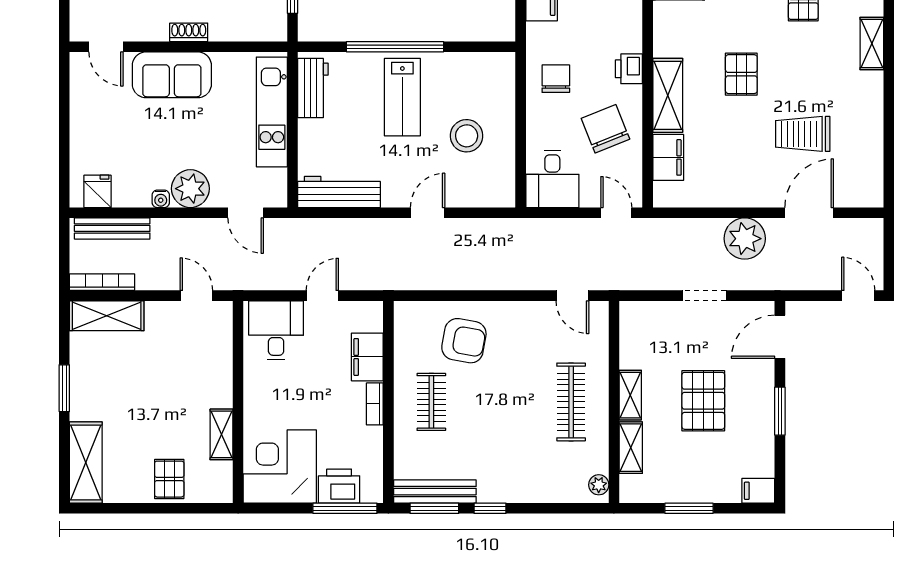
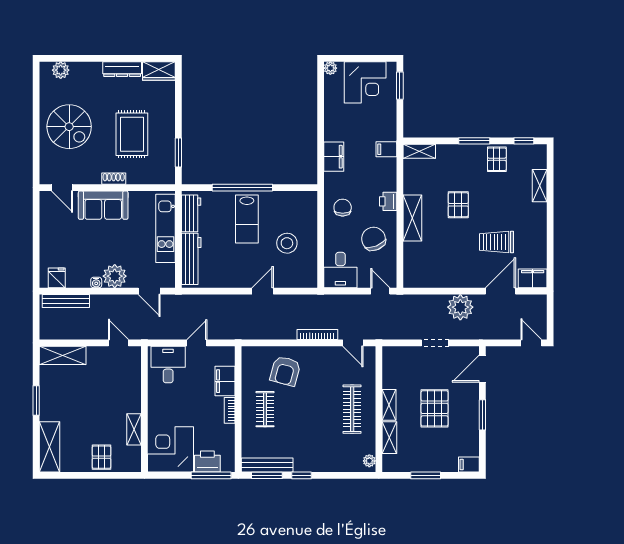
filing cabinet: (668, 157) -> (533, 278), moved, turned -90
workbench: (339, 192) -> (191, 259), moved, turned 90
bookcase: (102, 282) -> (317, 334), moved
armchair: (464, 341) -> (285, 371), turned 95

